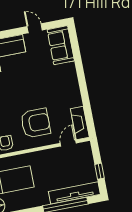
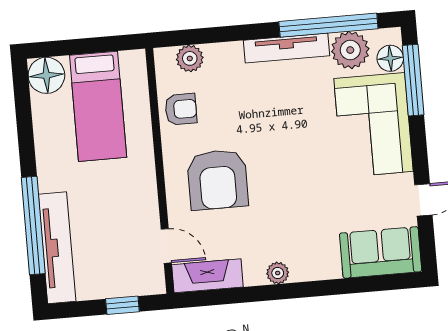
plant: (75, 91) -> (278, 273), added
window: (100, 171) -> (122, 305), moved

